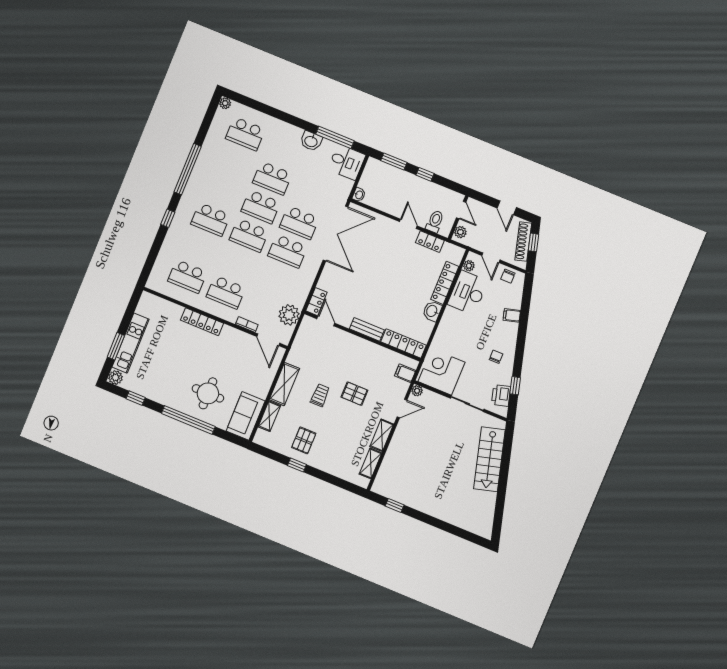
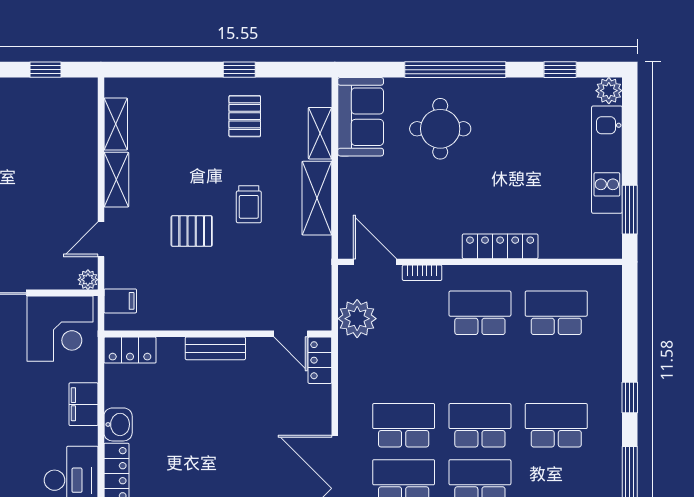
filing cabinet: (445, 329) -> (84, 404), added
locker: (404, 343) -> (130, 350), width x0.66
window: (116, 346) -> (630, 210), moved

